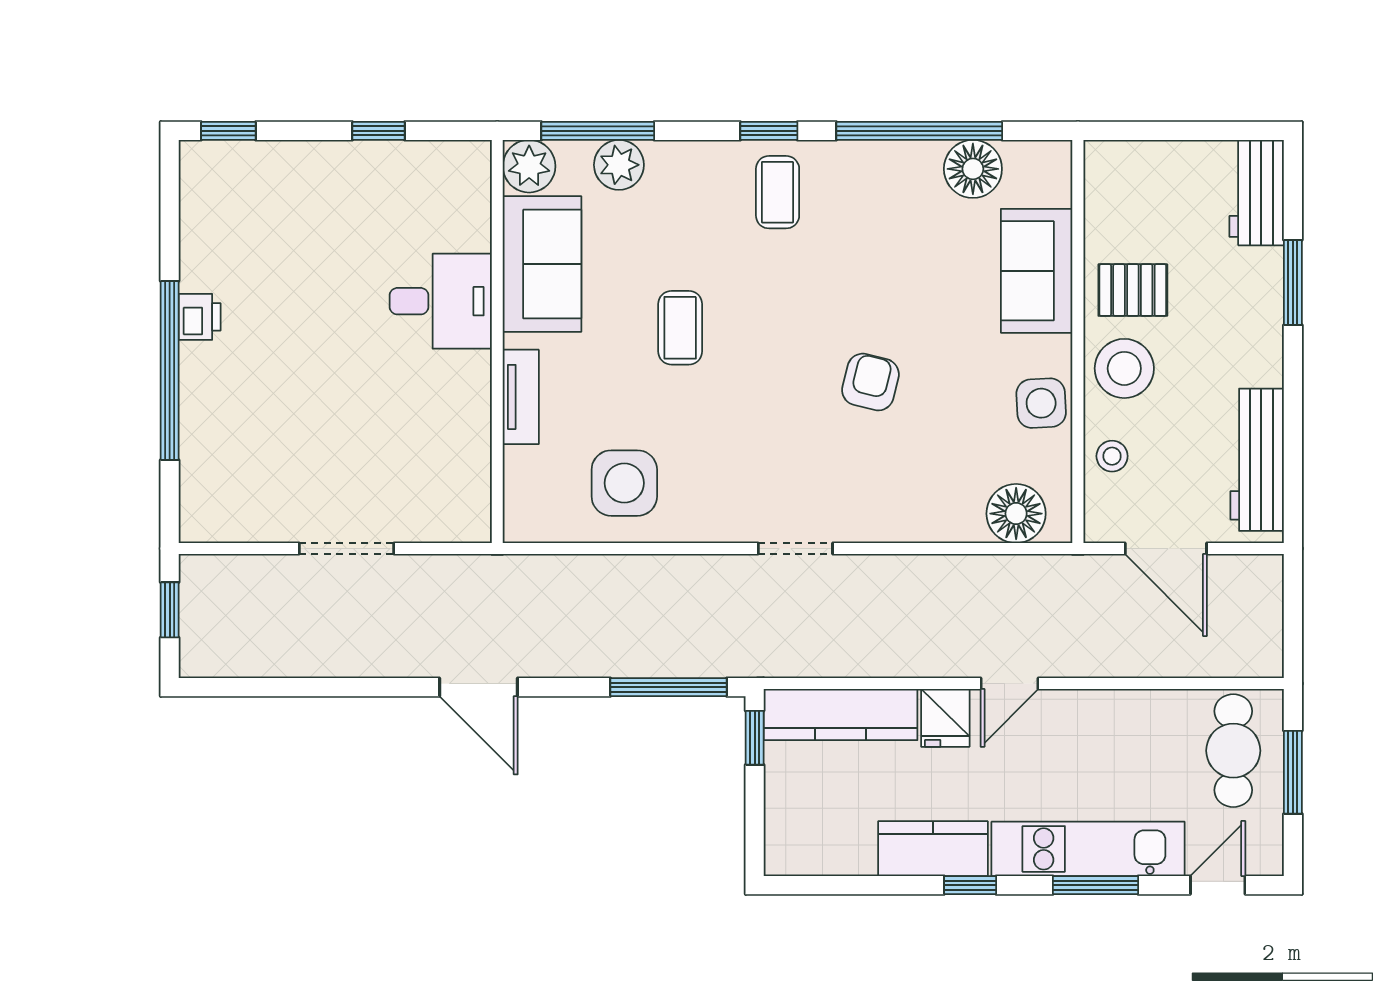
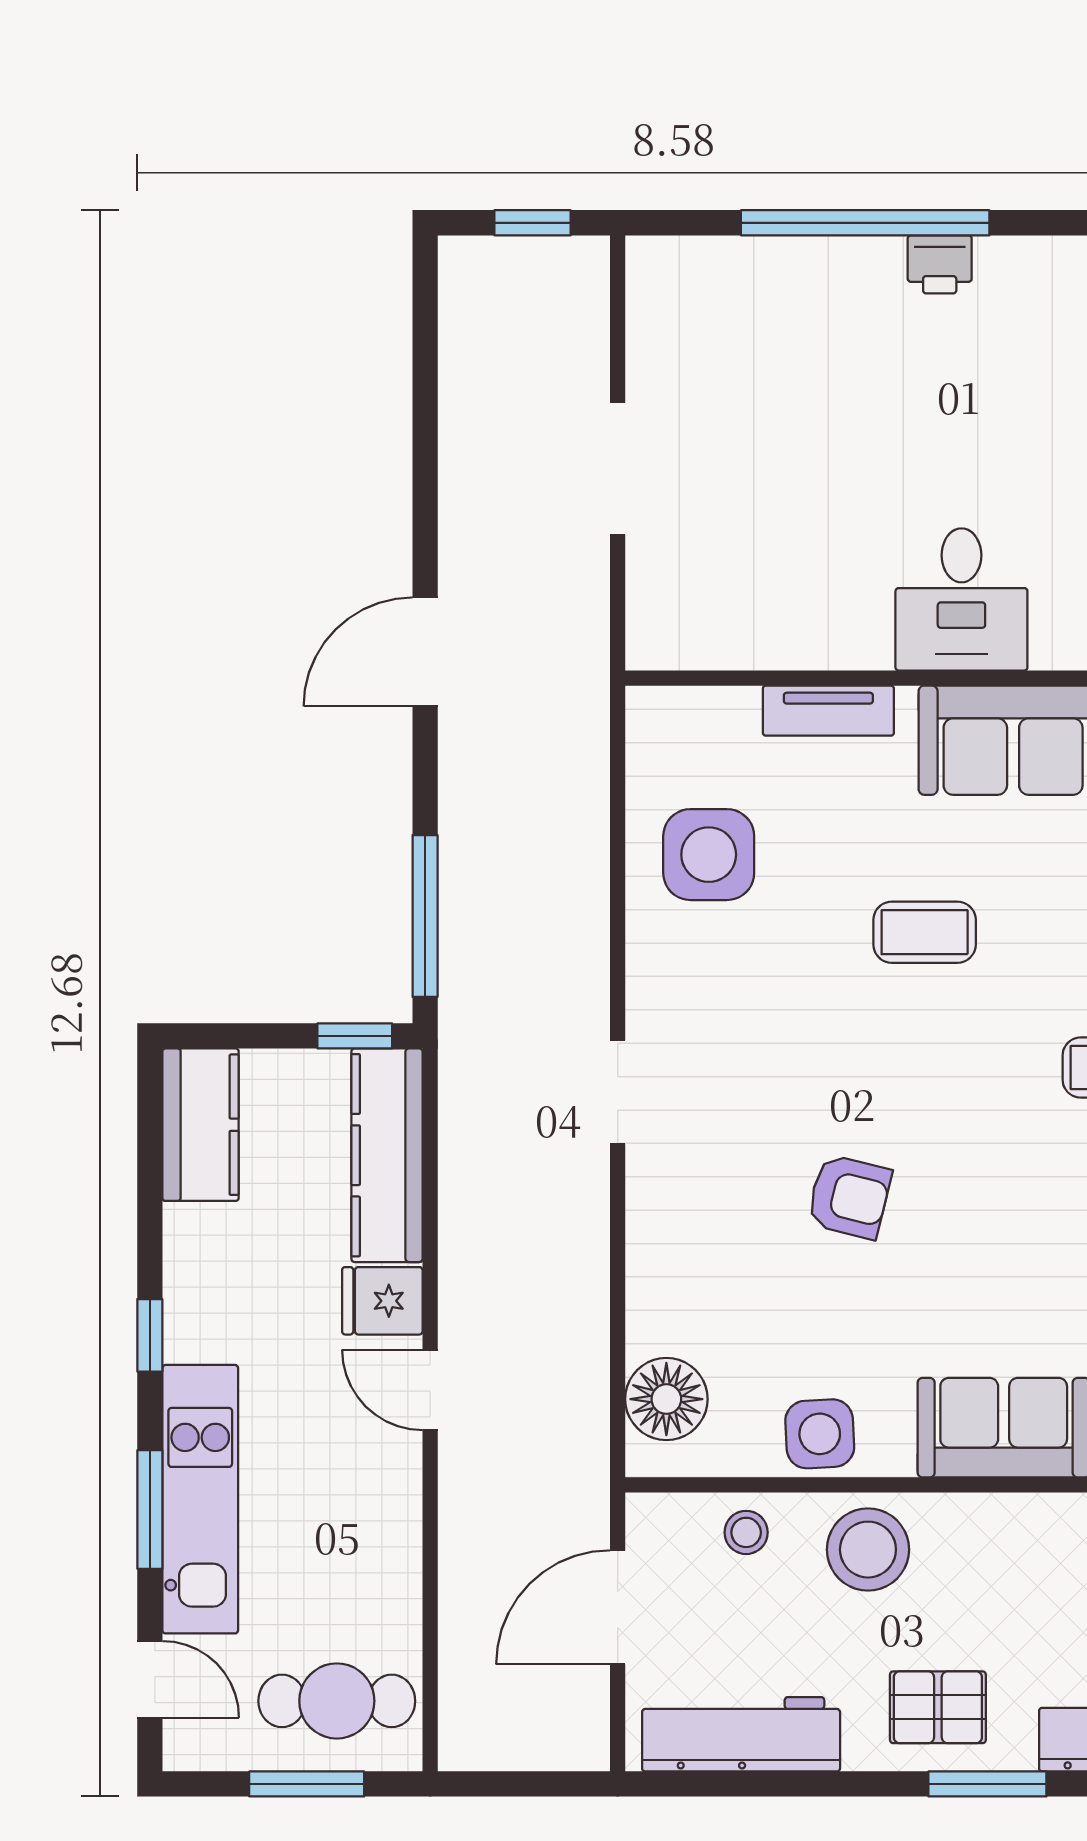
pallet: (1133, 290) -> (938, 1707), moved, turned 90
kitchen counter: (933, 849) -> (201, 1125), moved

